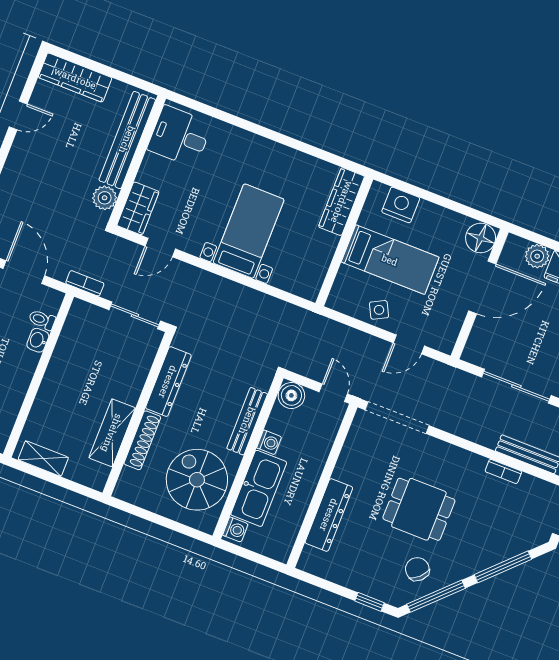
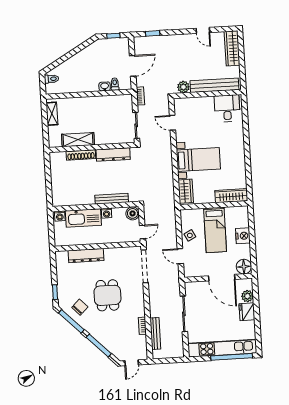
nightstand: (401, 205) -> (243, 236), moved
wardrobe: (138, 208) -> (186, 191), moved, turned -90
spiral stairs: (197, 480) -> (74, 188), removed

